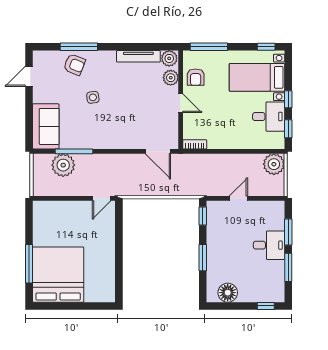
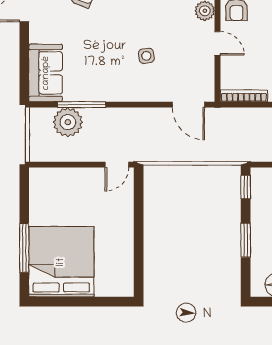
side table: (93, 97) -> (146, 56), moved
bookcase: (195, 144) -> (244, 96), width x1.56

